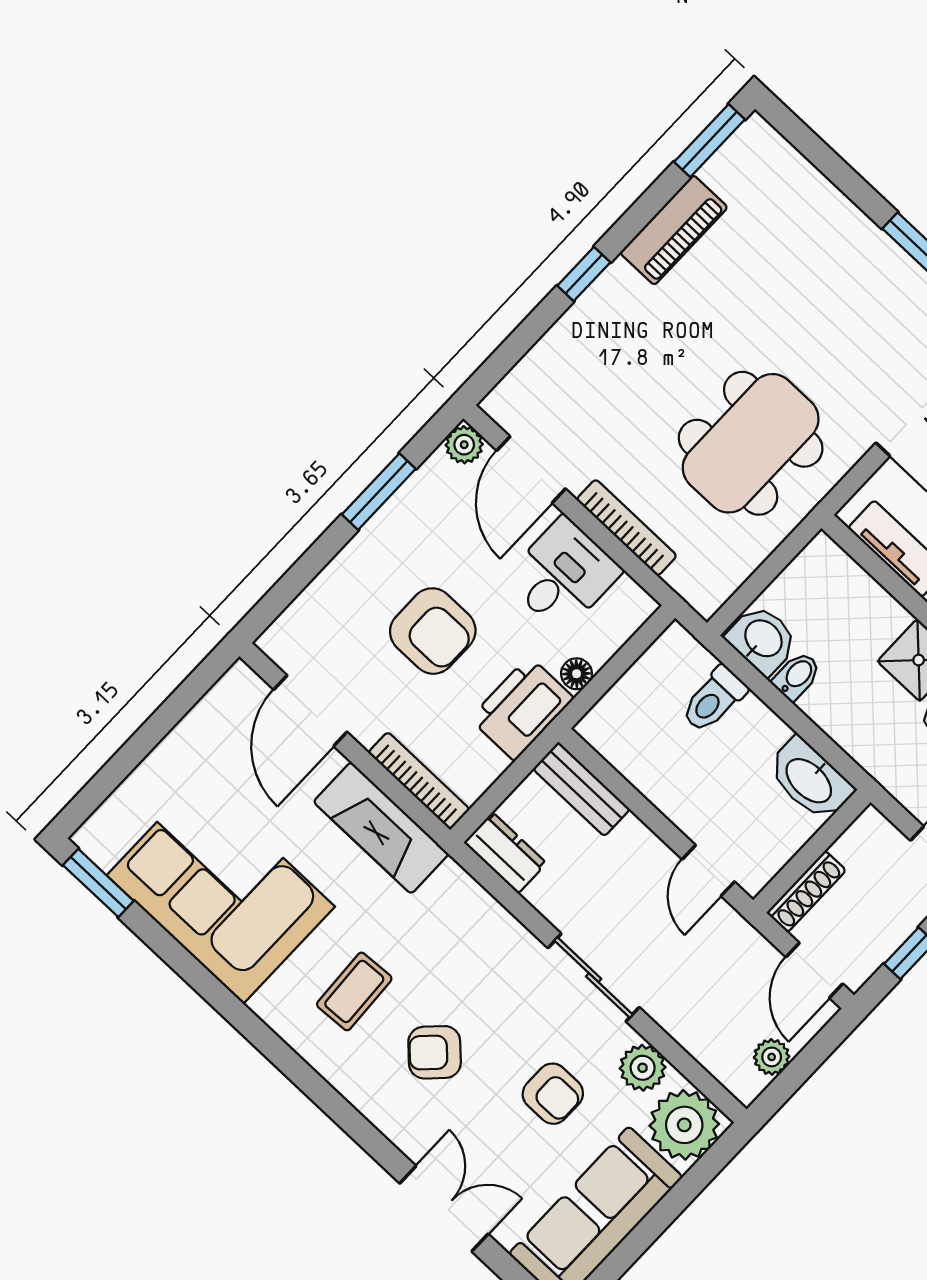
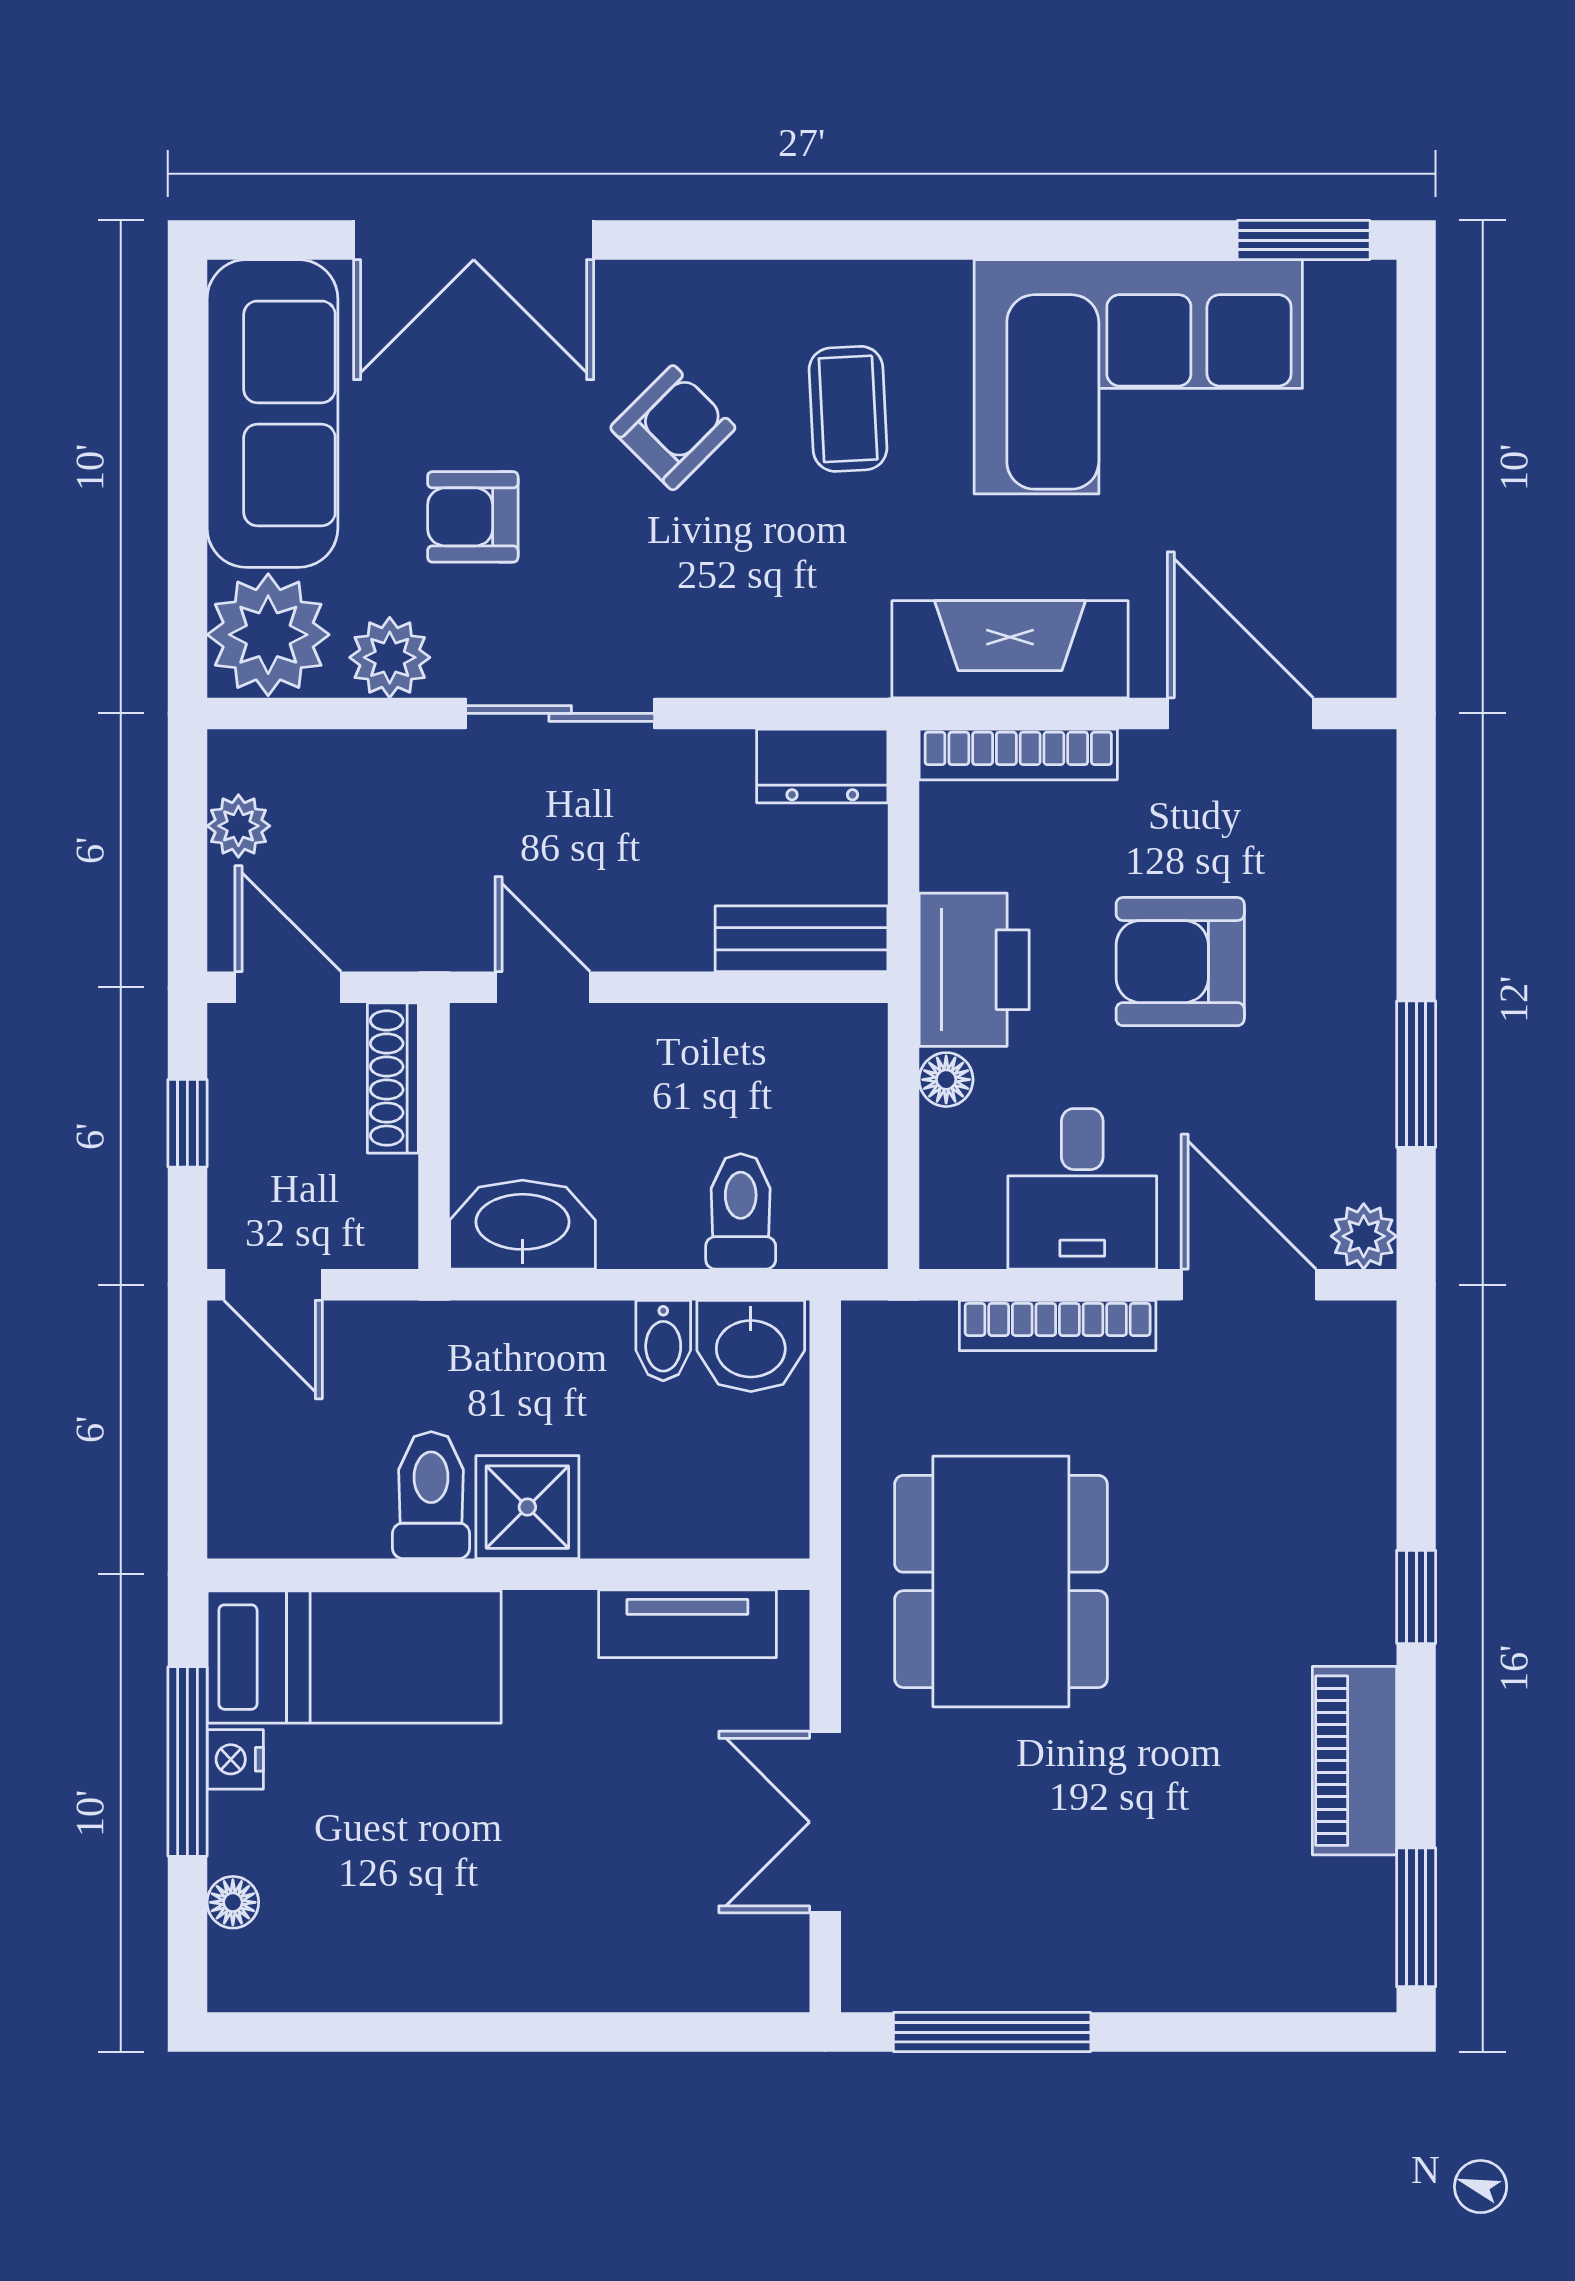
double door: (444, 1209) -> (474, 240), width x1.37

